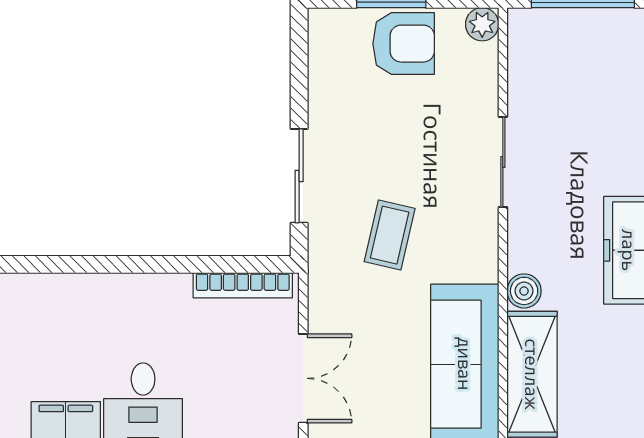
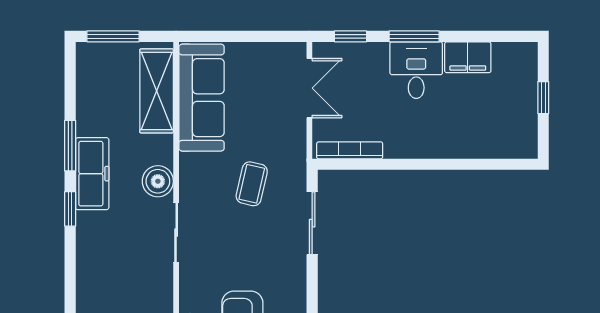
boiler: (524, 291) -> (158, 181), moved, width x1.36, depth x1.36
double door: (303, 378) -> (309, 88), swing flipped

